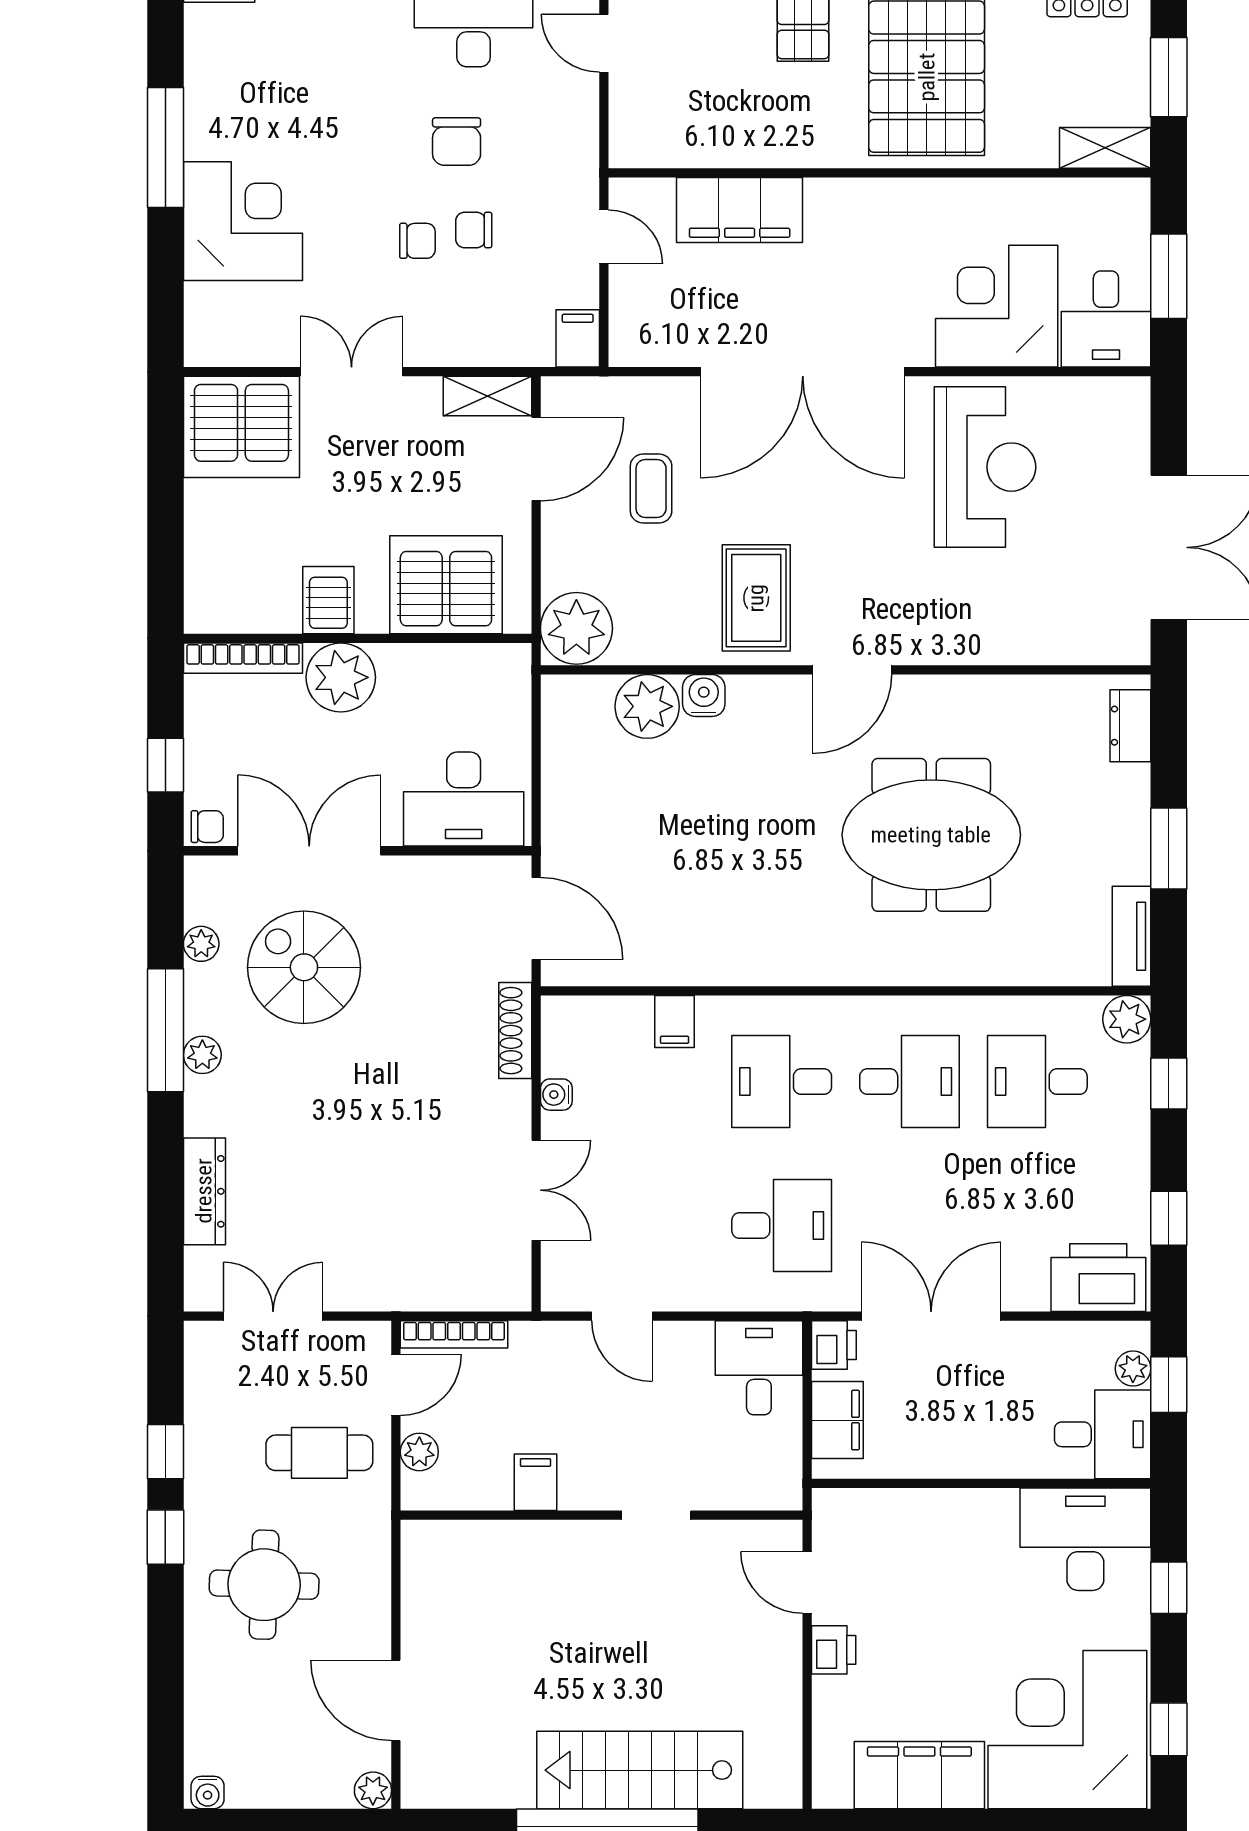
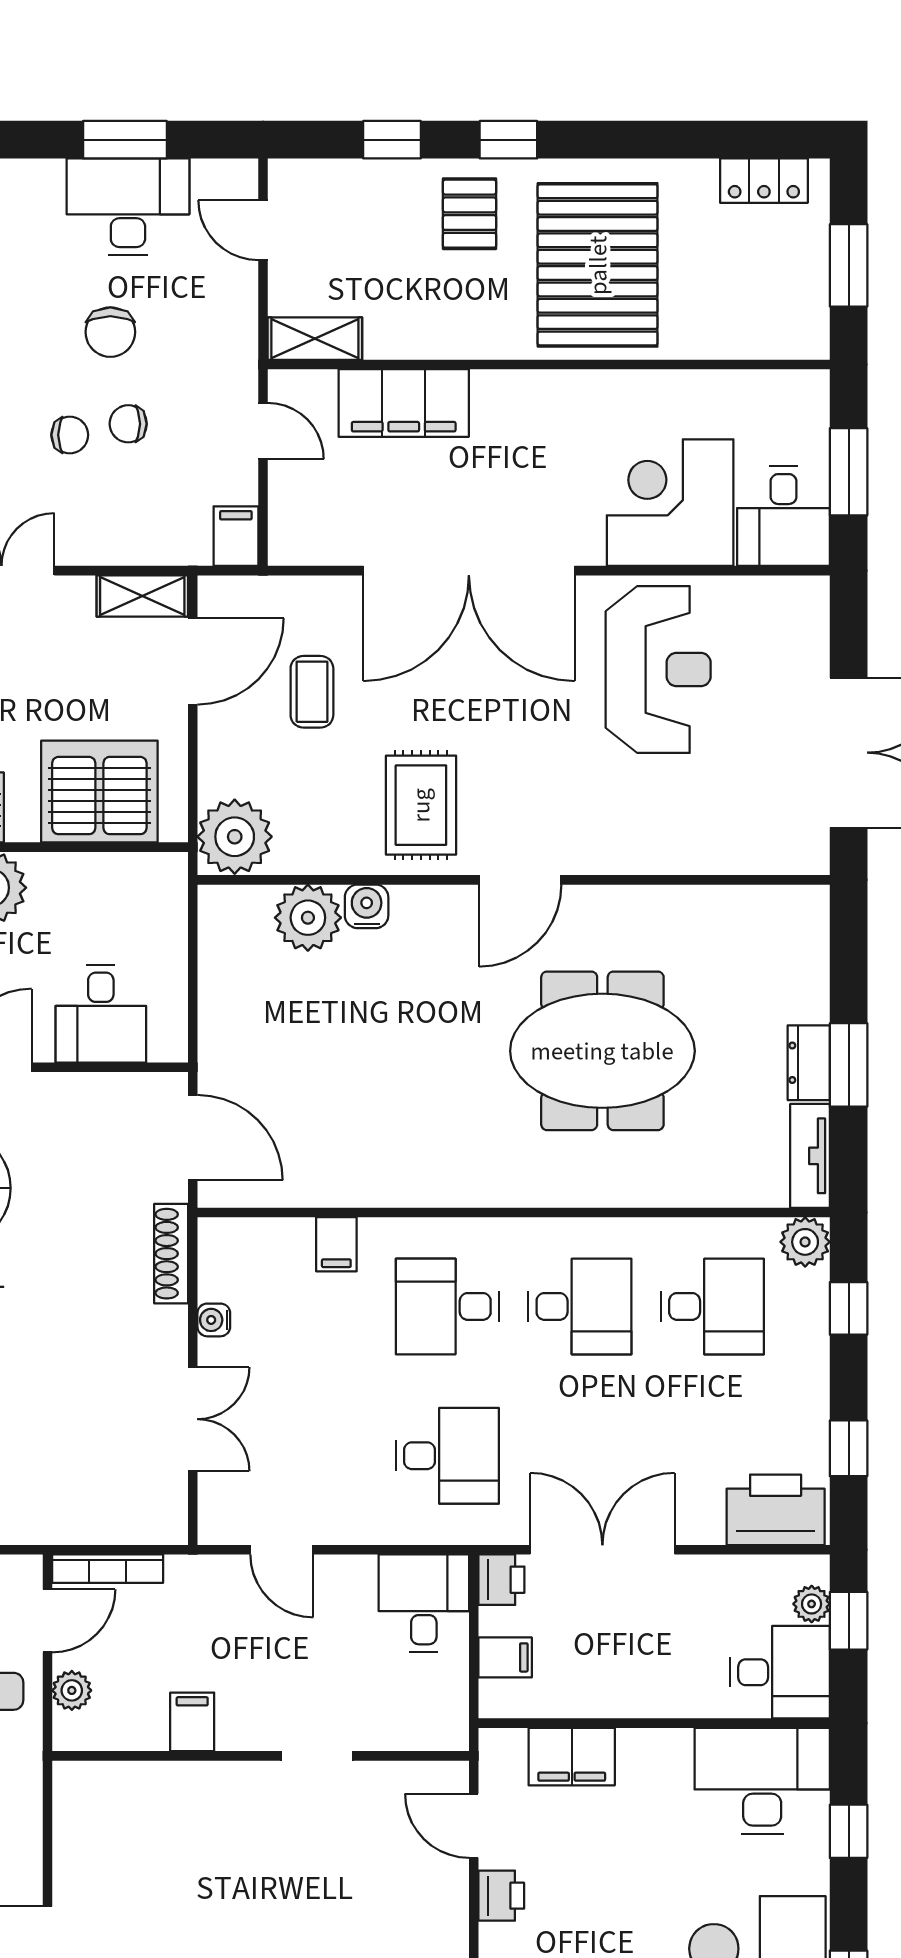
shelving: (1105, 148) -> (315, 339), moved
dresser: (1130, 726) -> (809, 1063), moved
desk: (464, 799) -> (101, 1014), width x0.73
desk: (1037, 1082) -> (712, 1306), turned 180
filing cabinet: (837, 1420) -> (505, 1657), width x0.50
filing cabinet: (902, 1516) -> (572, 1757), added

